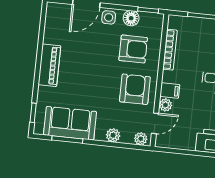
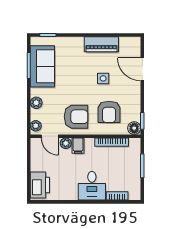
side table: (109, 17) -> (103, 78), moved
floor lamp: (131, 18) -> (134, 128), moved
piano: (49, 65) -> (101, 44), moved

